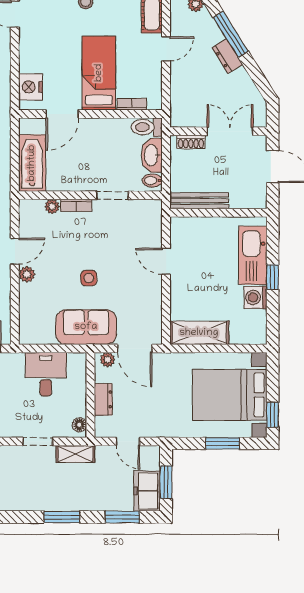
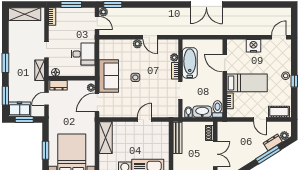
dresser: (227, 56) -> (273, 142), moved
nightstand: (31, 87) -> (253, 46), moved
bathtub: (32, 163) -> (190, 63), moved, turned -90
dresser: (103, 399) -> (59, 85), moved

